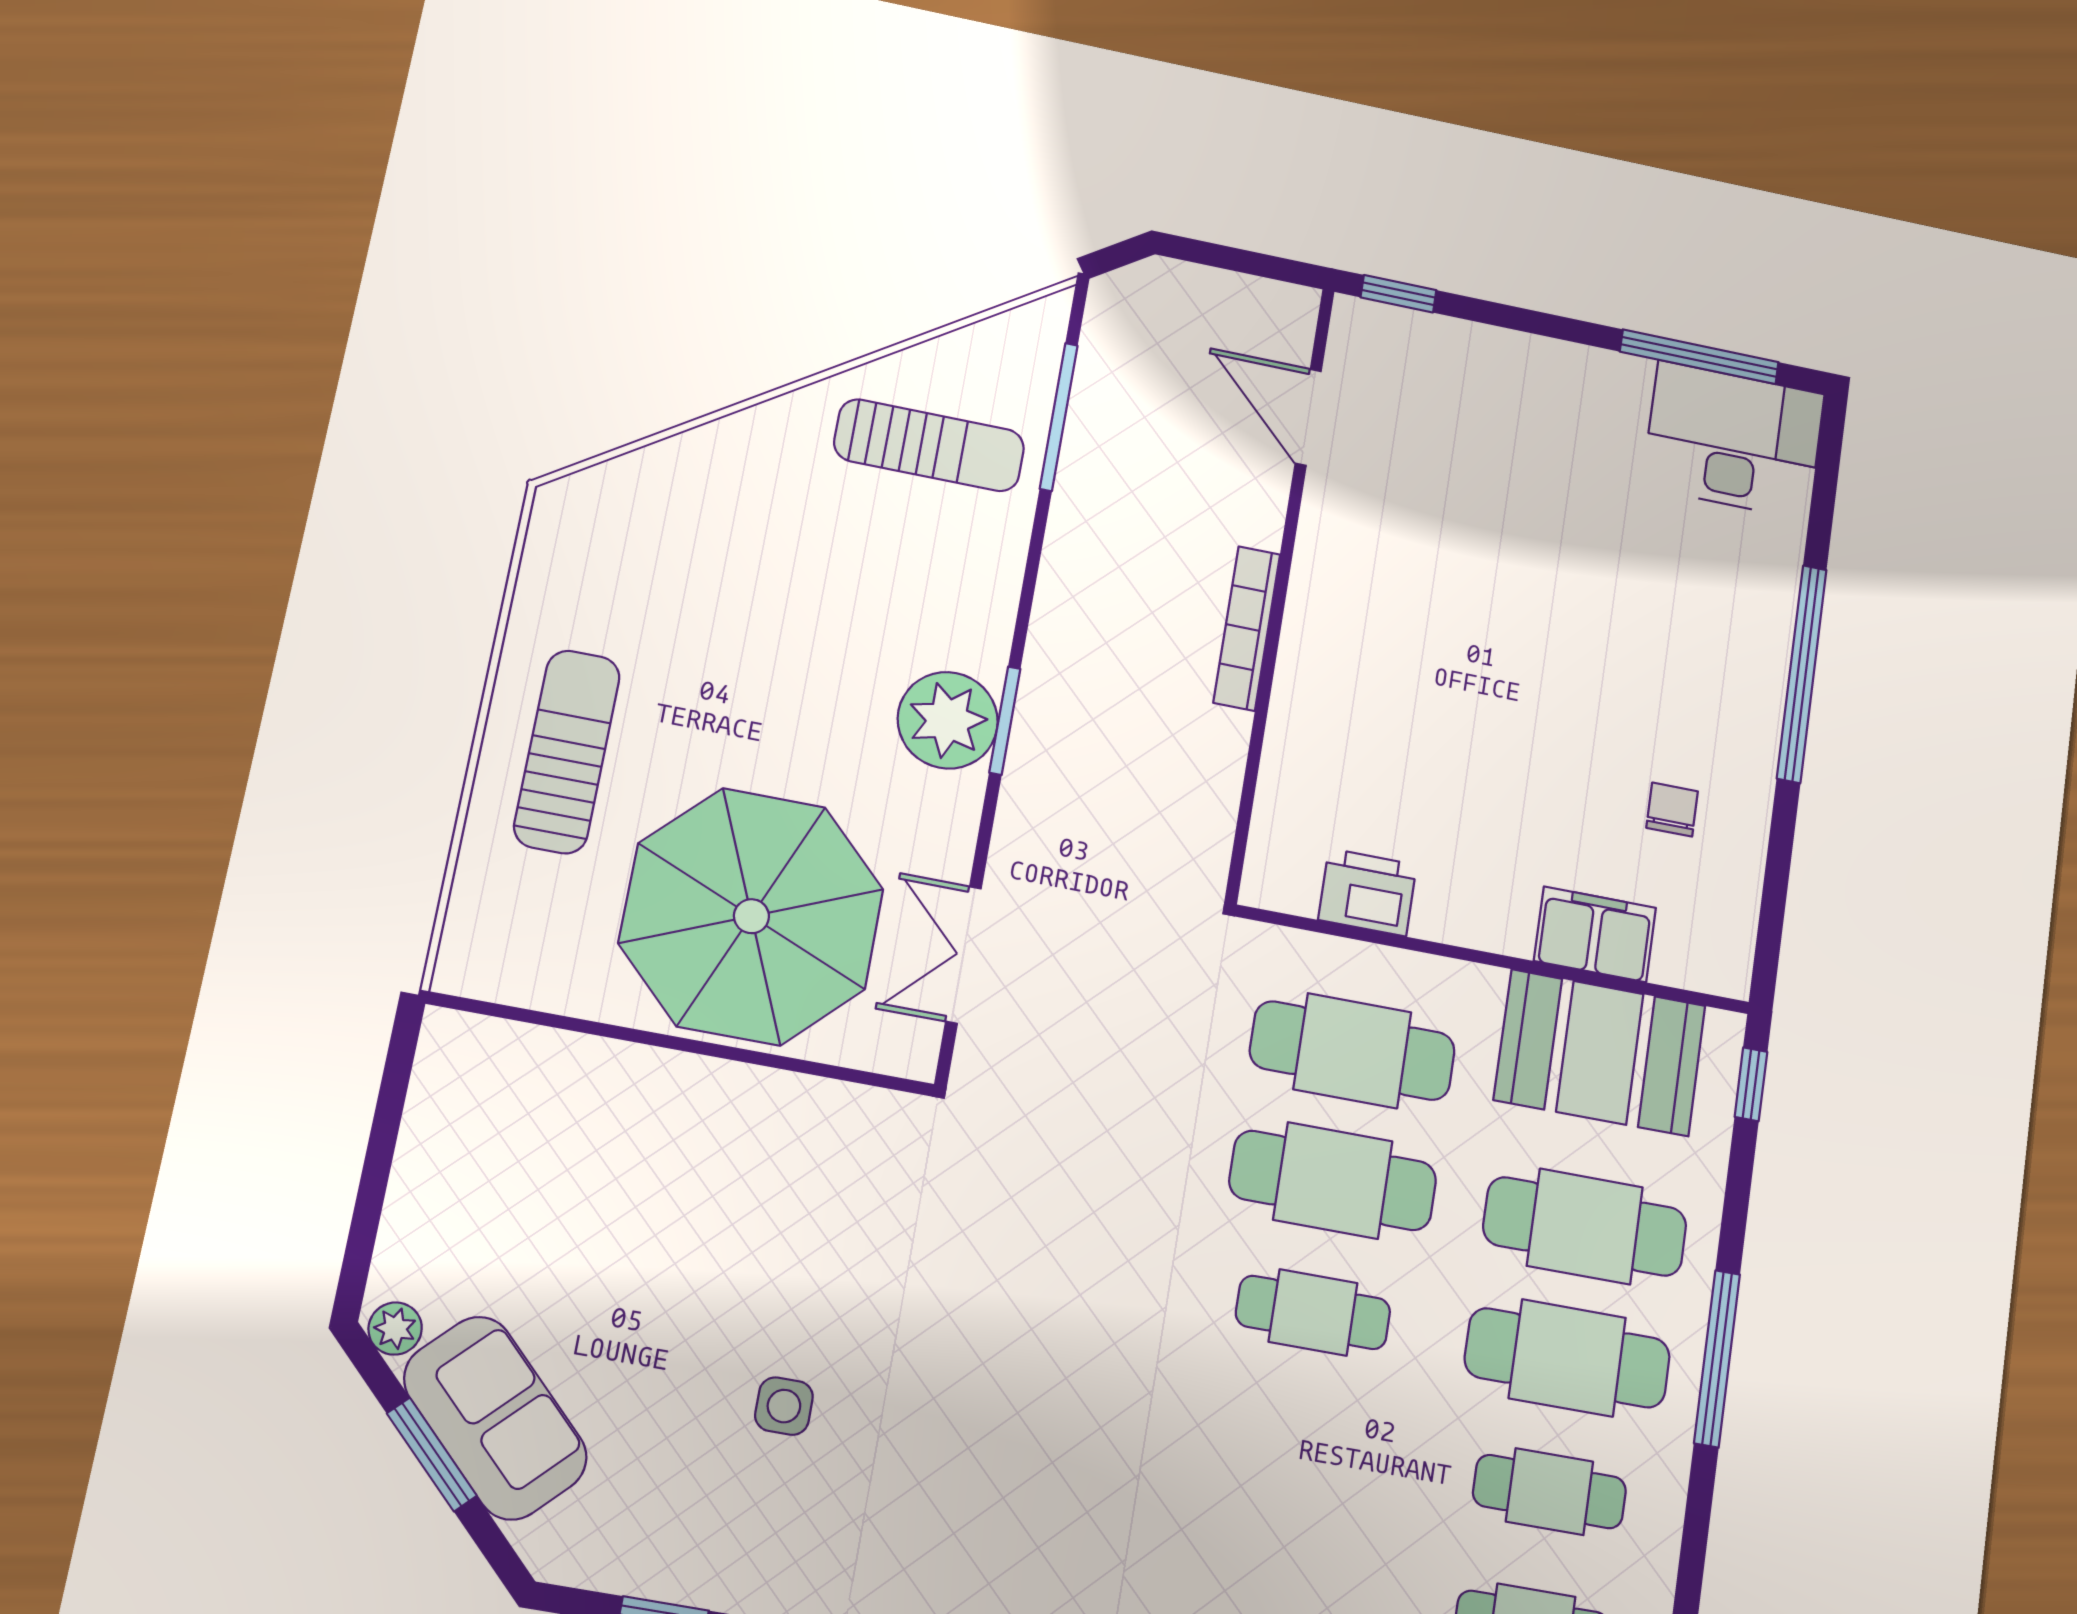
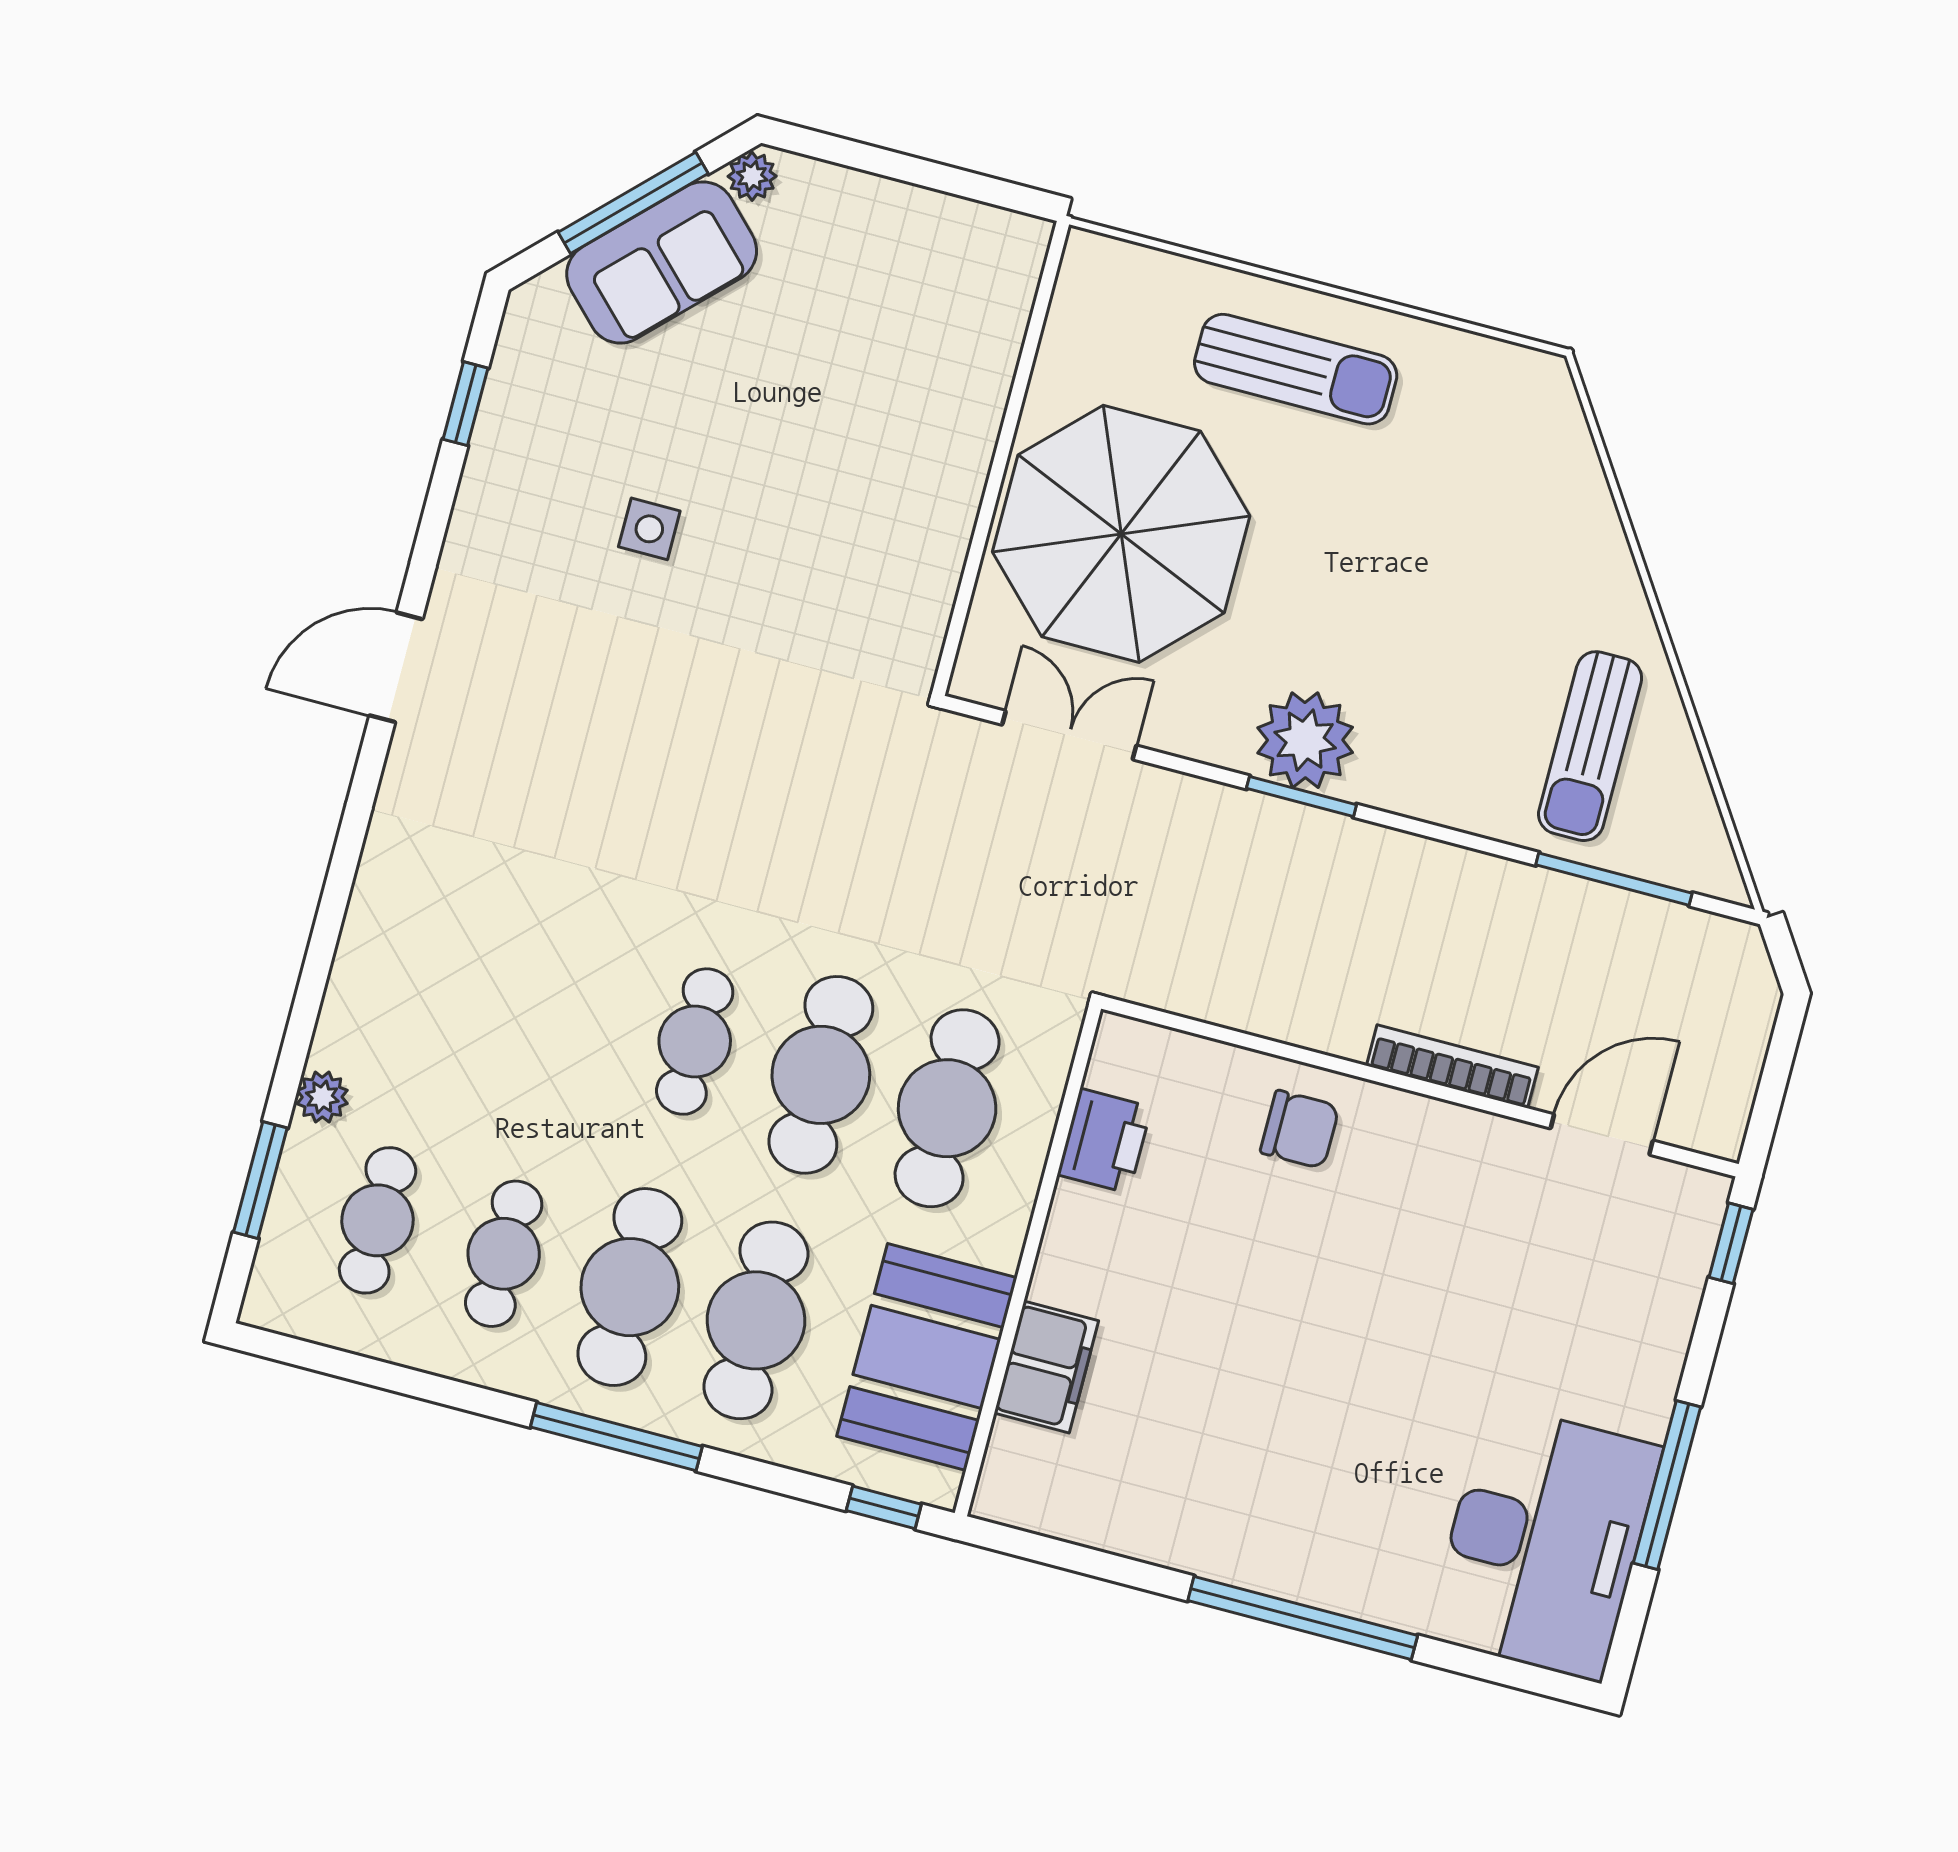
window: (1699, 357) -> (1667, 1485), moved
desk: (1733, 440) -> (1544, 1542), width x1.36, depth x1.30
bookcase: (1247, 628) -> (1452, 1066), moved
chair: (1672, 810) -> (1300, 1129), moved, width x1.37, depth x1.37
window: (432, 1454) -> (633, 203), width x1.44

